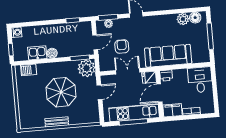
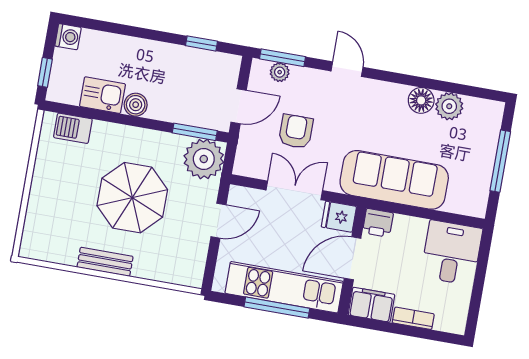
floor lamp: (195, 18) -> (421, 100), moved

